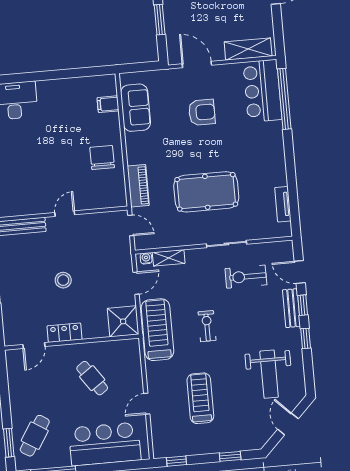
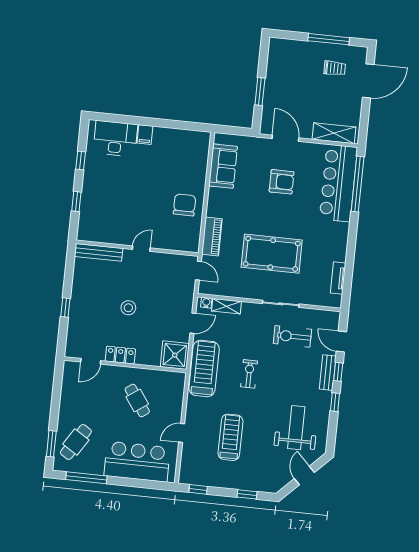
bar counter: (262, 91) -> (338, 183), width x1.36
filing cabinet: (108, 104) -> (145, 135), moved, turned -90
weight bench: (269, 374) -> (296, 428), turned 180

